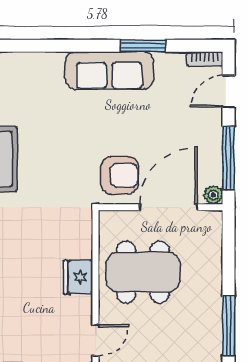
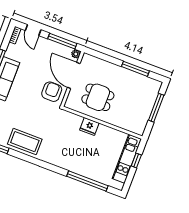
dining table: (143, 272) -> (98, 97), width x0.73
door: (96, 340) -> (120, 129), removed

